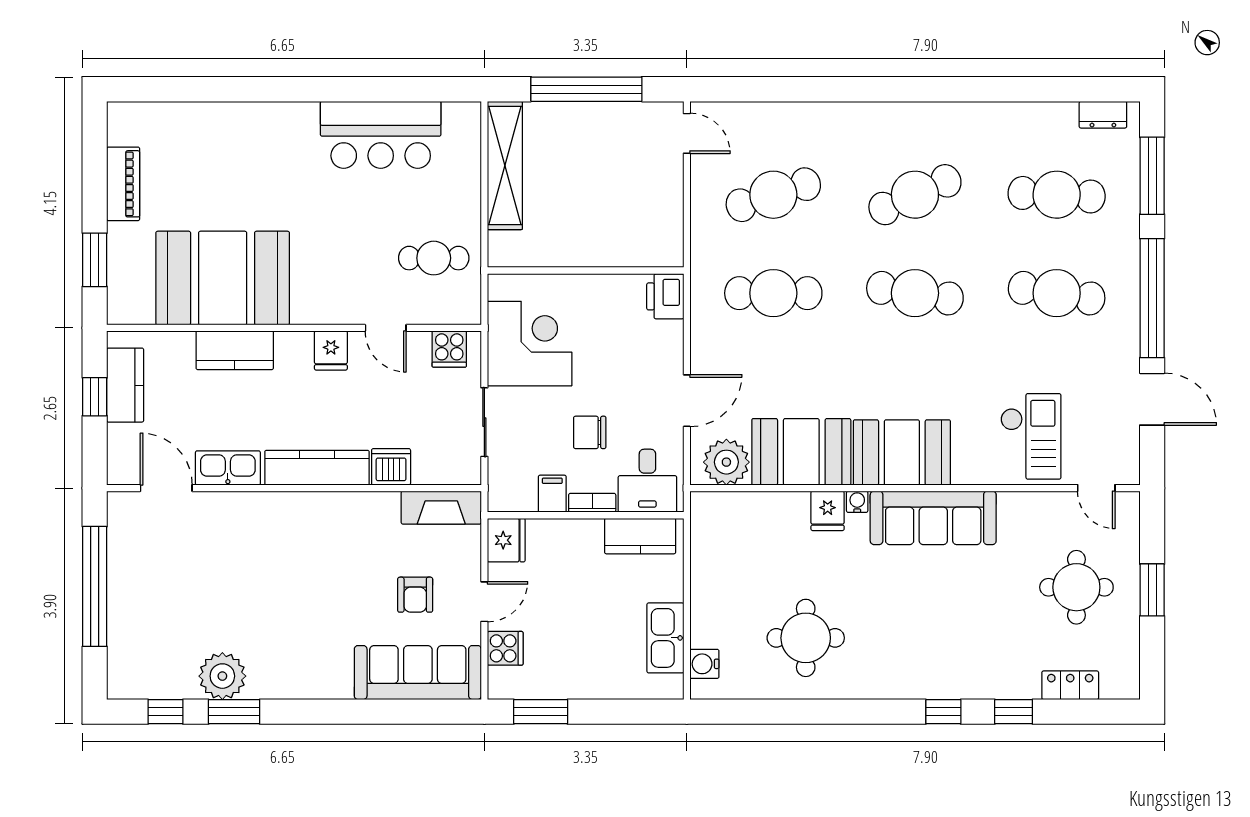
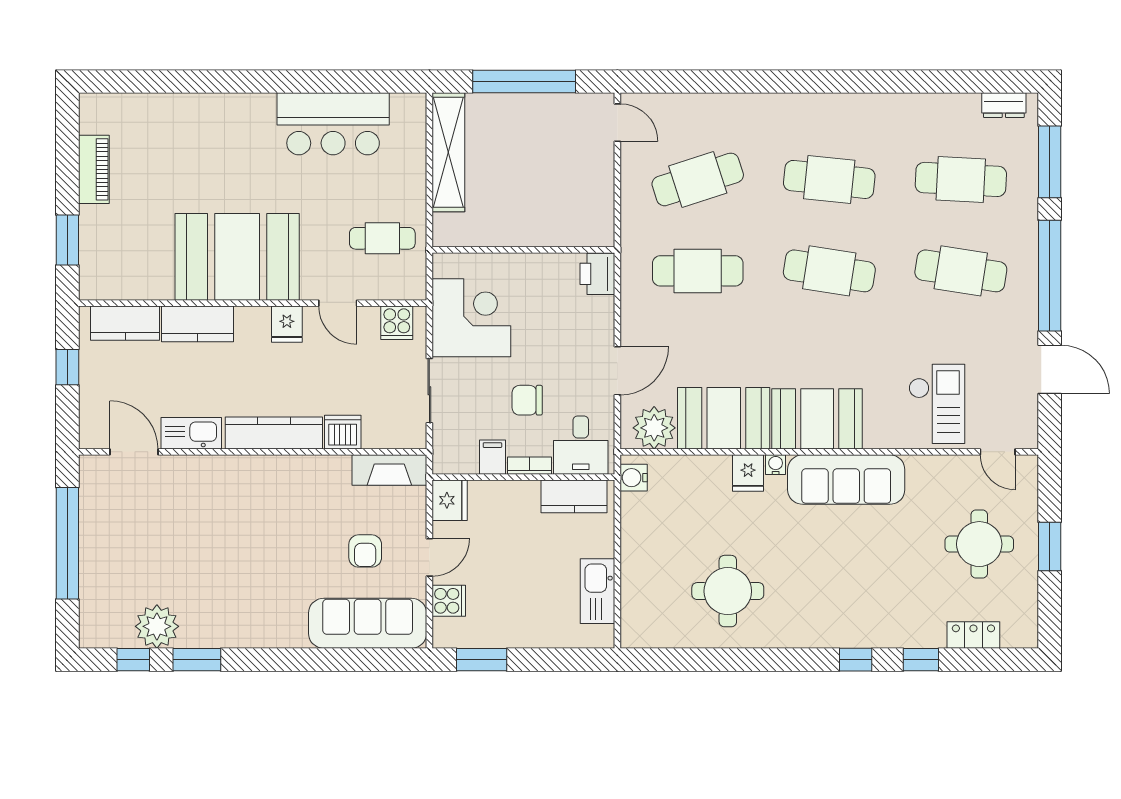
cafe table: (915, 195) -> (829, 179), turned 30
booth: (223, 278) -> (237, 257), moved
kitchen counter: (125, 385) -> (125, 323), moved, turned 90
water cooler: (704, 664) -> (634, 478), moved
plant: (222, 676) -> (157, 626), moved

